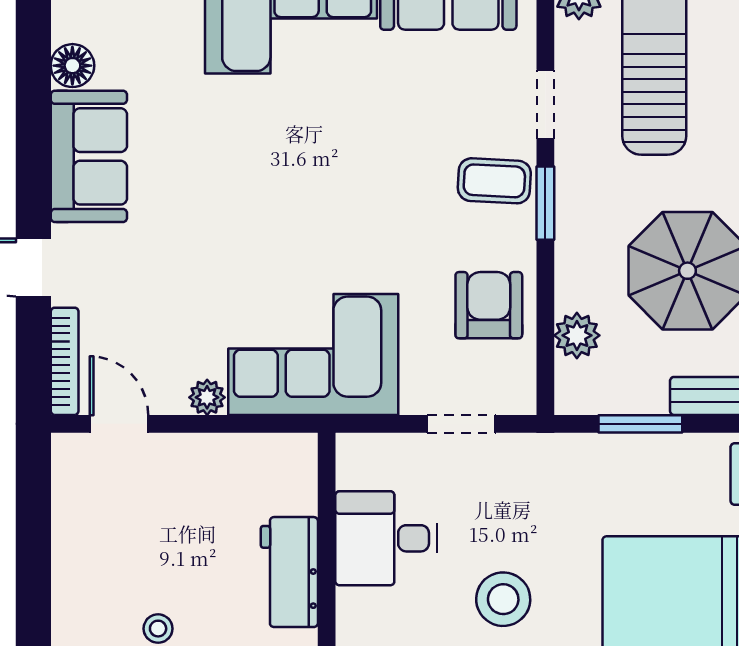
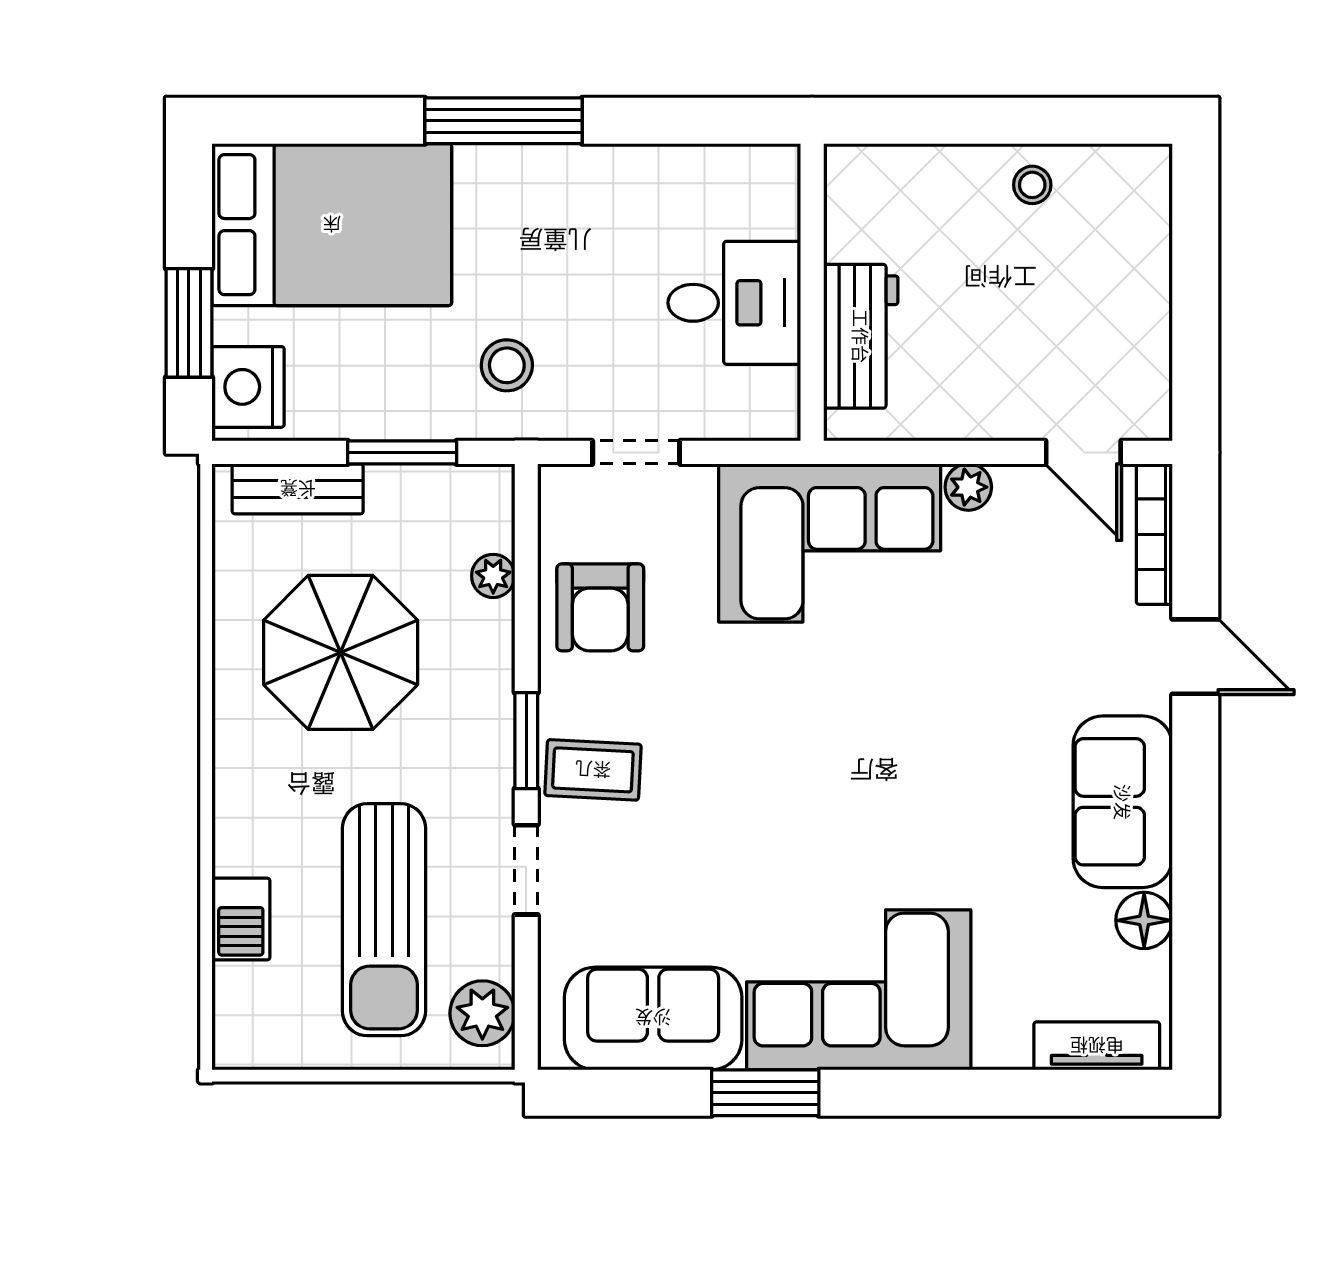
plant: (577, 335) -> (493, 576), width x0.73, depth x0.73
workbench: (289, 572) -> (861, 336), moved
stool: (503, 599) -> (507, 365), moved, width x0.73, depth x0.73

